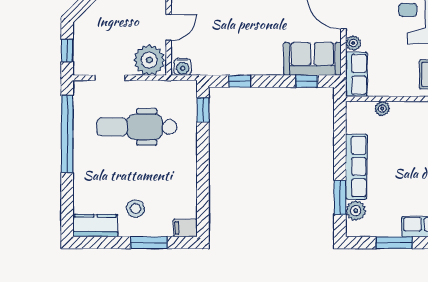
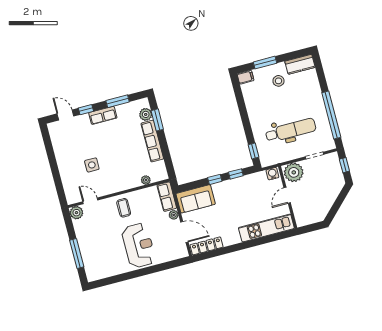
window: (307, 81) -> (215, 179), moved

